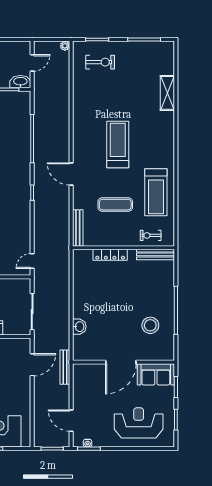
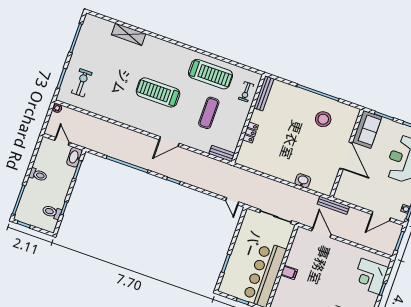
bench: (78, 228) -> (222, 154), width x0.73
locker: (110, 255) -> (250, 132), width x0.66

